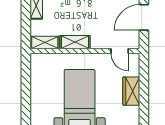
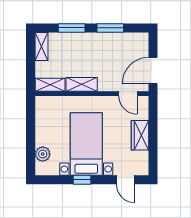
door: (144, 17) -> (153, 71), moved
plant: (38, 109) -> (43, 154), added

